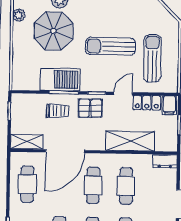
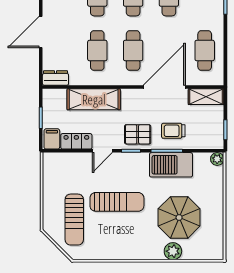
plant: (19, 15) -> (217, 159), moved
sun lounger: (152, 58) -> (74, 220), moved

